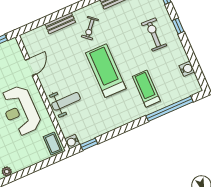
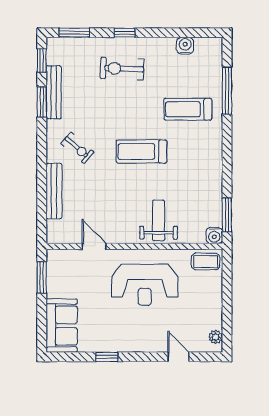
bench: (60, 23) -> (54, 191), width x1.36
treadmill: (106, 71) -> (141, 152), width x0.73, depth x0.73
window: (170, 109) -> (227, 91), width x0.68
window: (89, 144) -> (227, 215), width x1.50

